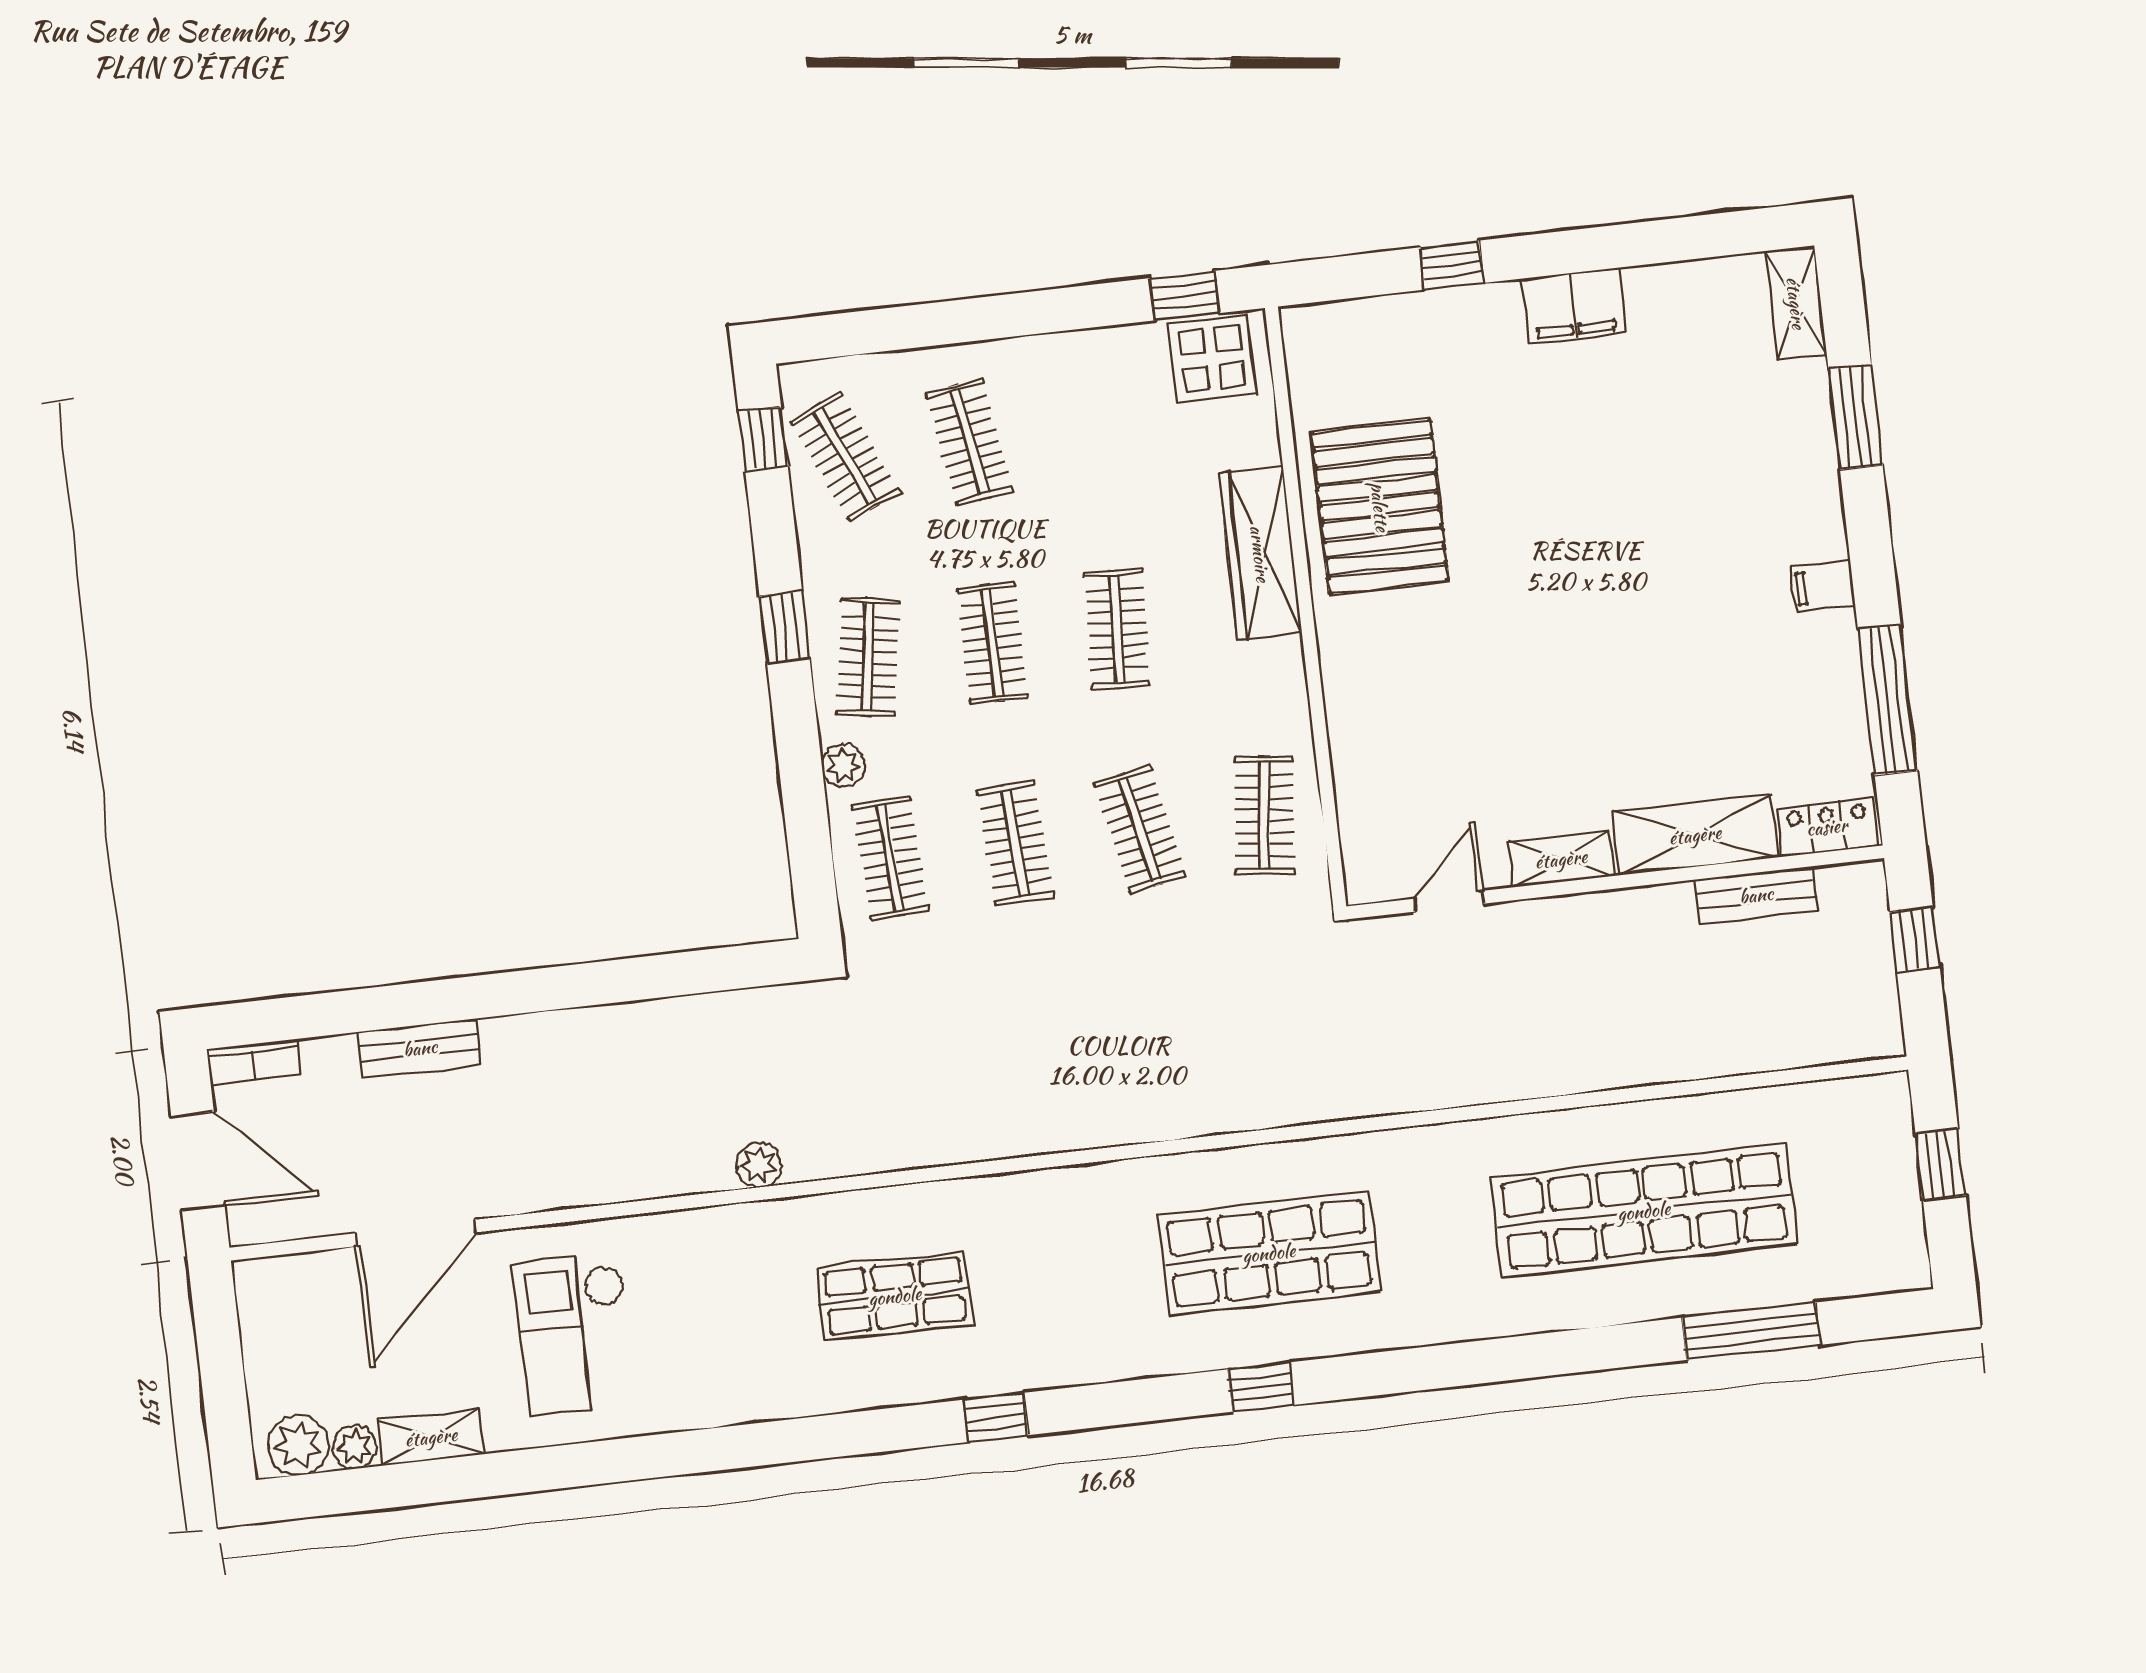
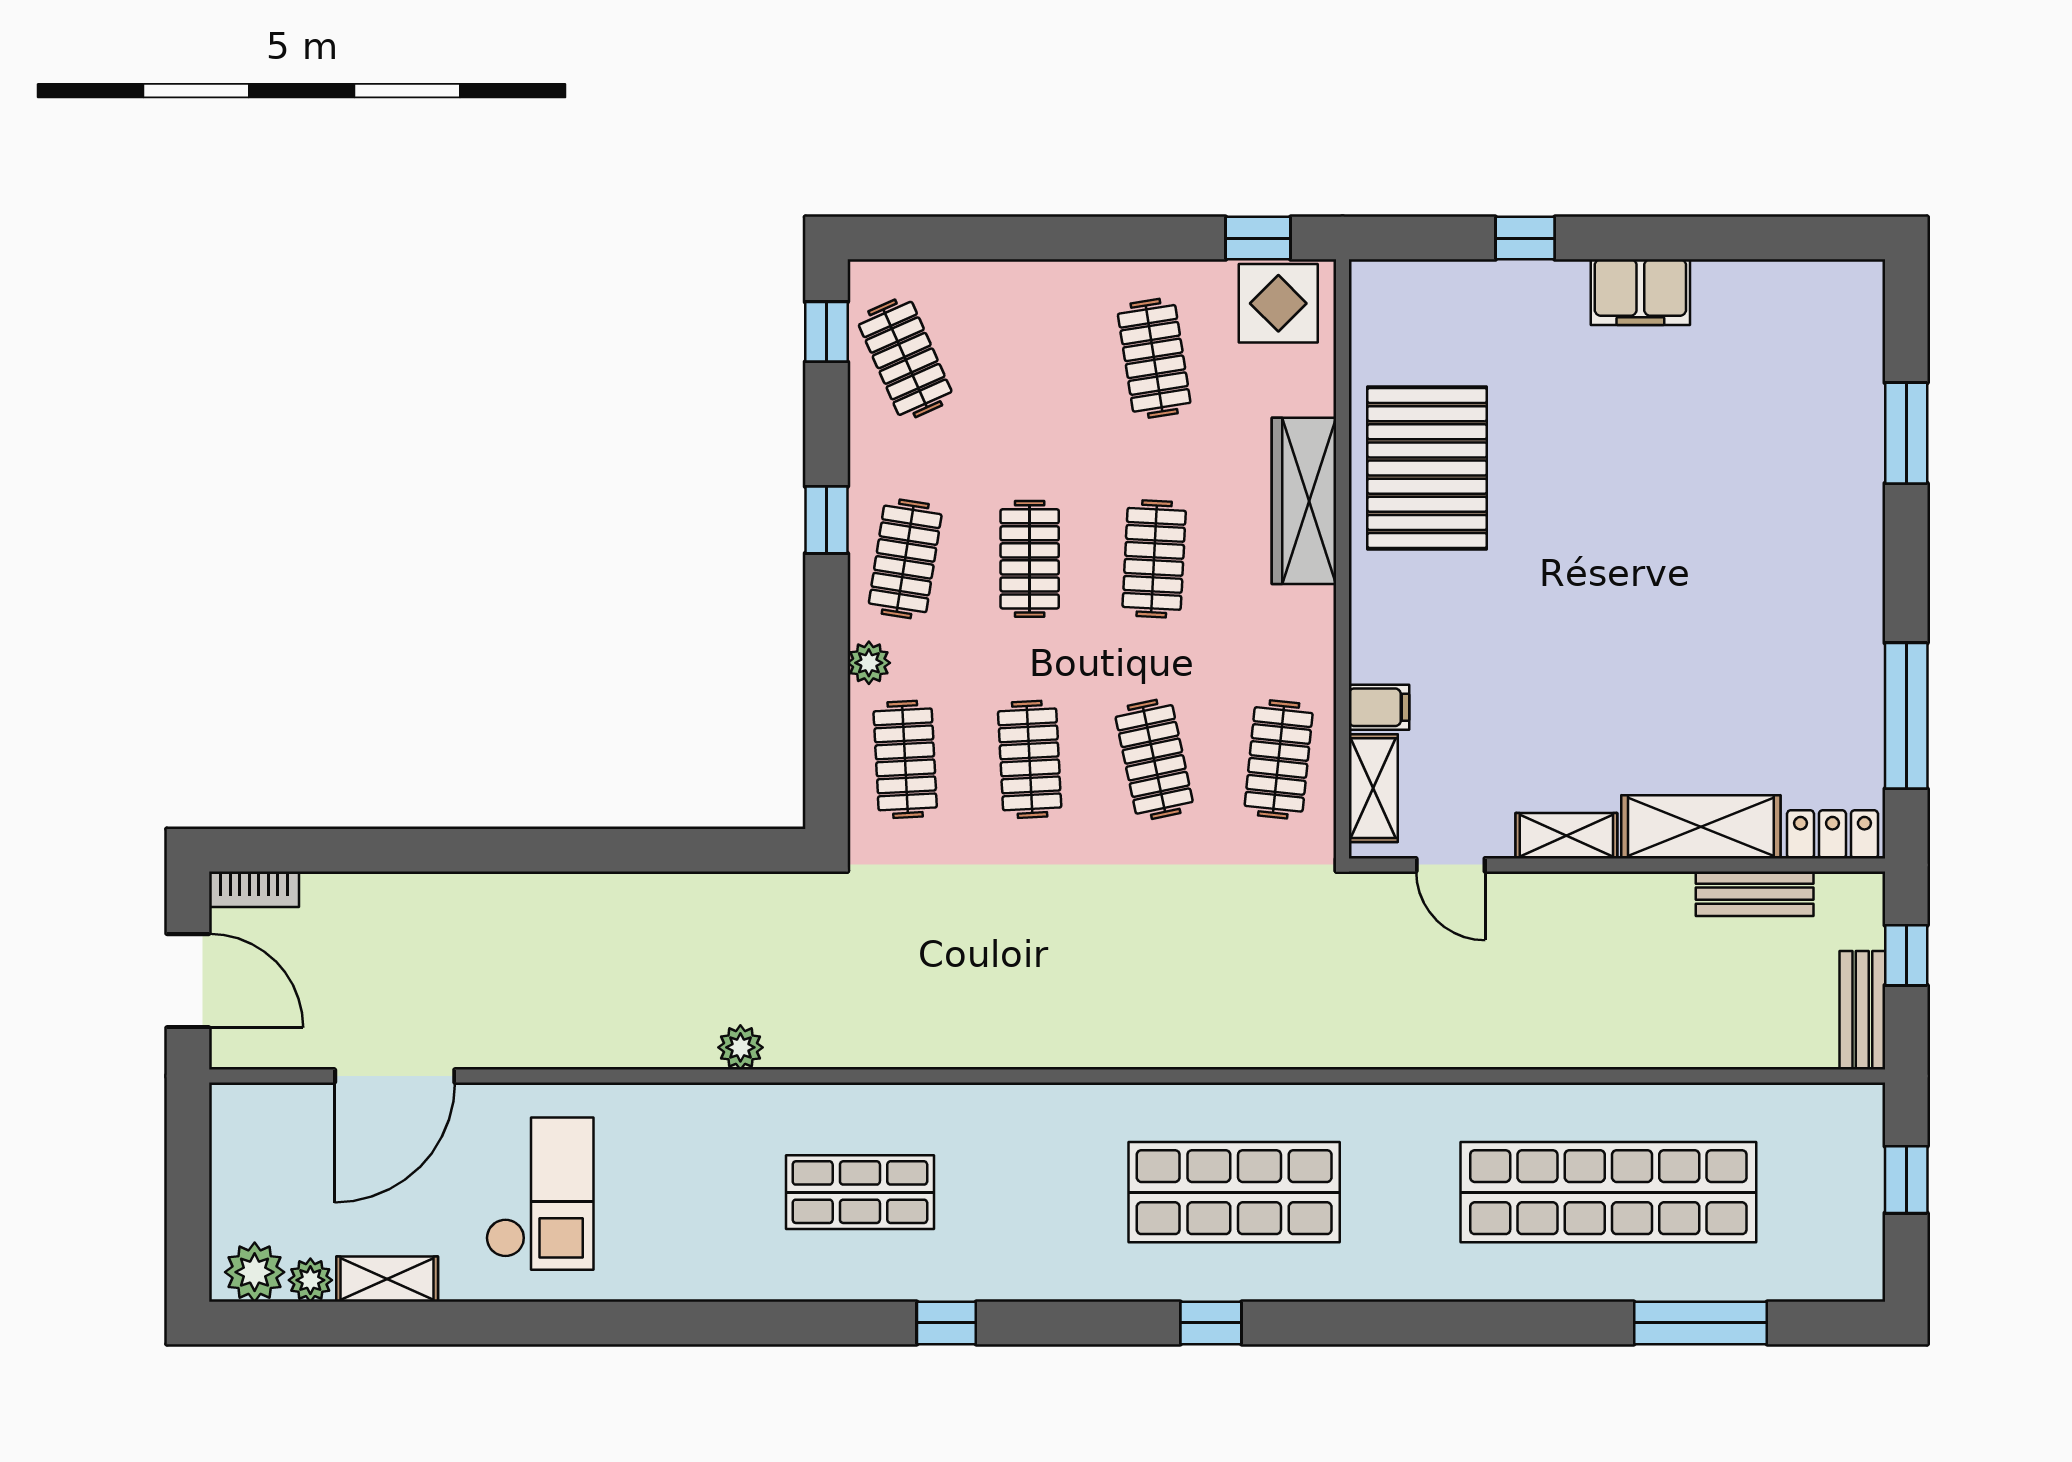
shelving: (1796, 303) -> (1373, 788), moved
clothes rail: (970, 442) -> (1154, 358), moved
filing cabinet: (1823, 586) -> (1379, 707), moved, turned 180
door: (1449, 901) -> (1451, 865), swing flipped
bench: (420, 1048) -> (1862, 1010), moved, turned 90
checkout: (574, 1334) -> (540, 1194), turned 180

